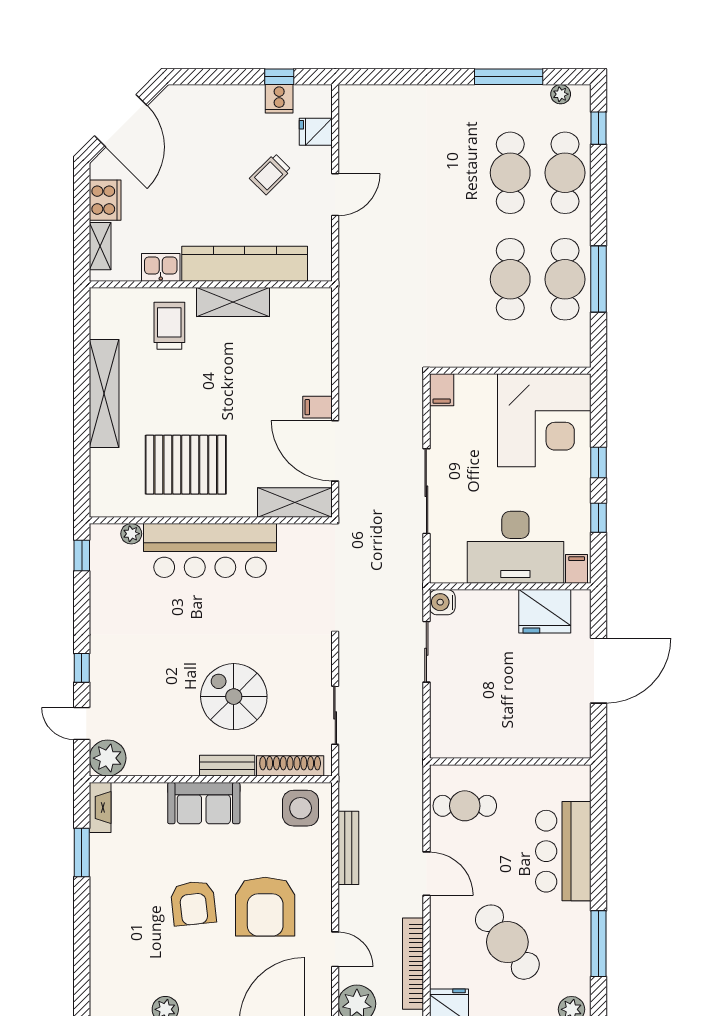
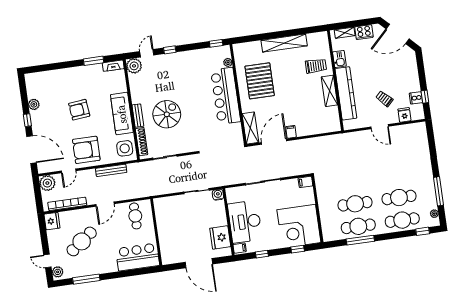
window: (599, 463) -> (298, 249), moved
sofa: (204, 803) -> (122, 114), width x1.36
bar counter: (563, 851) -> (138, 257), moved
armchair: (265, 907) -> (86, 150), moved

